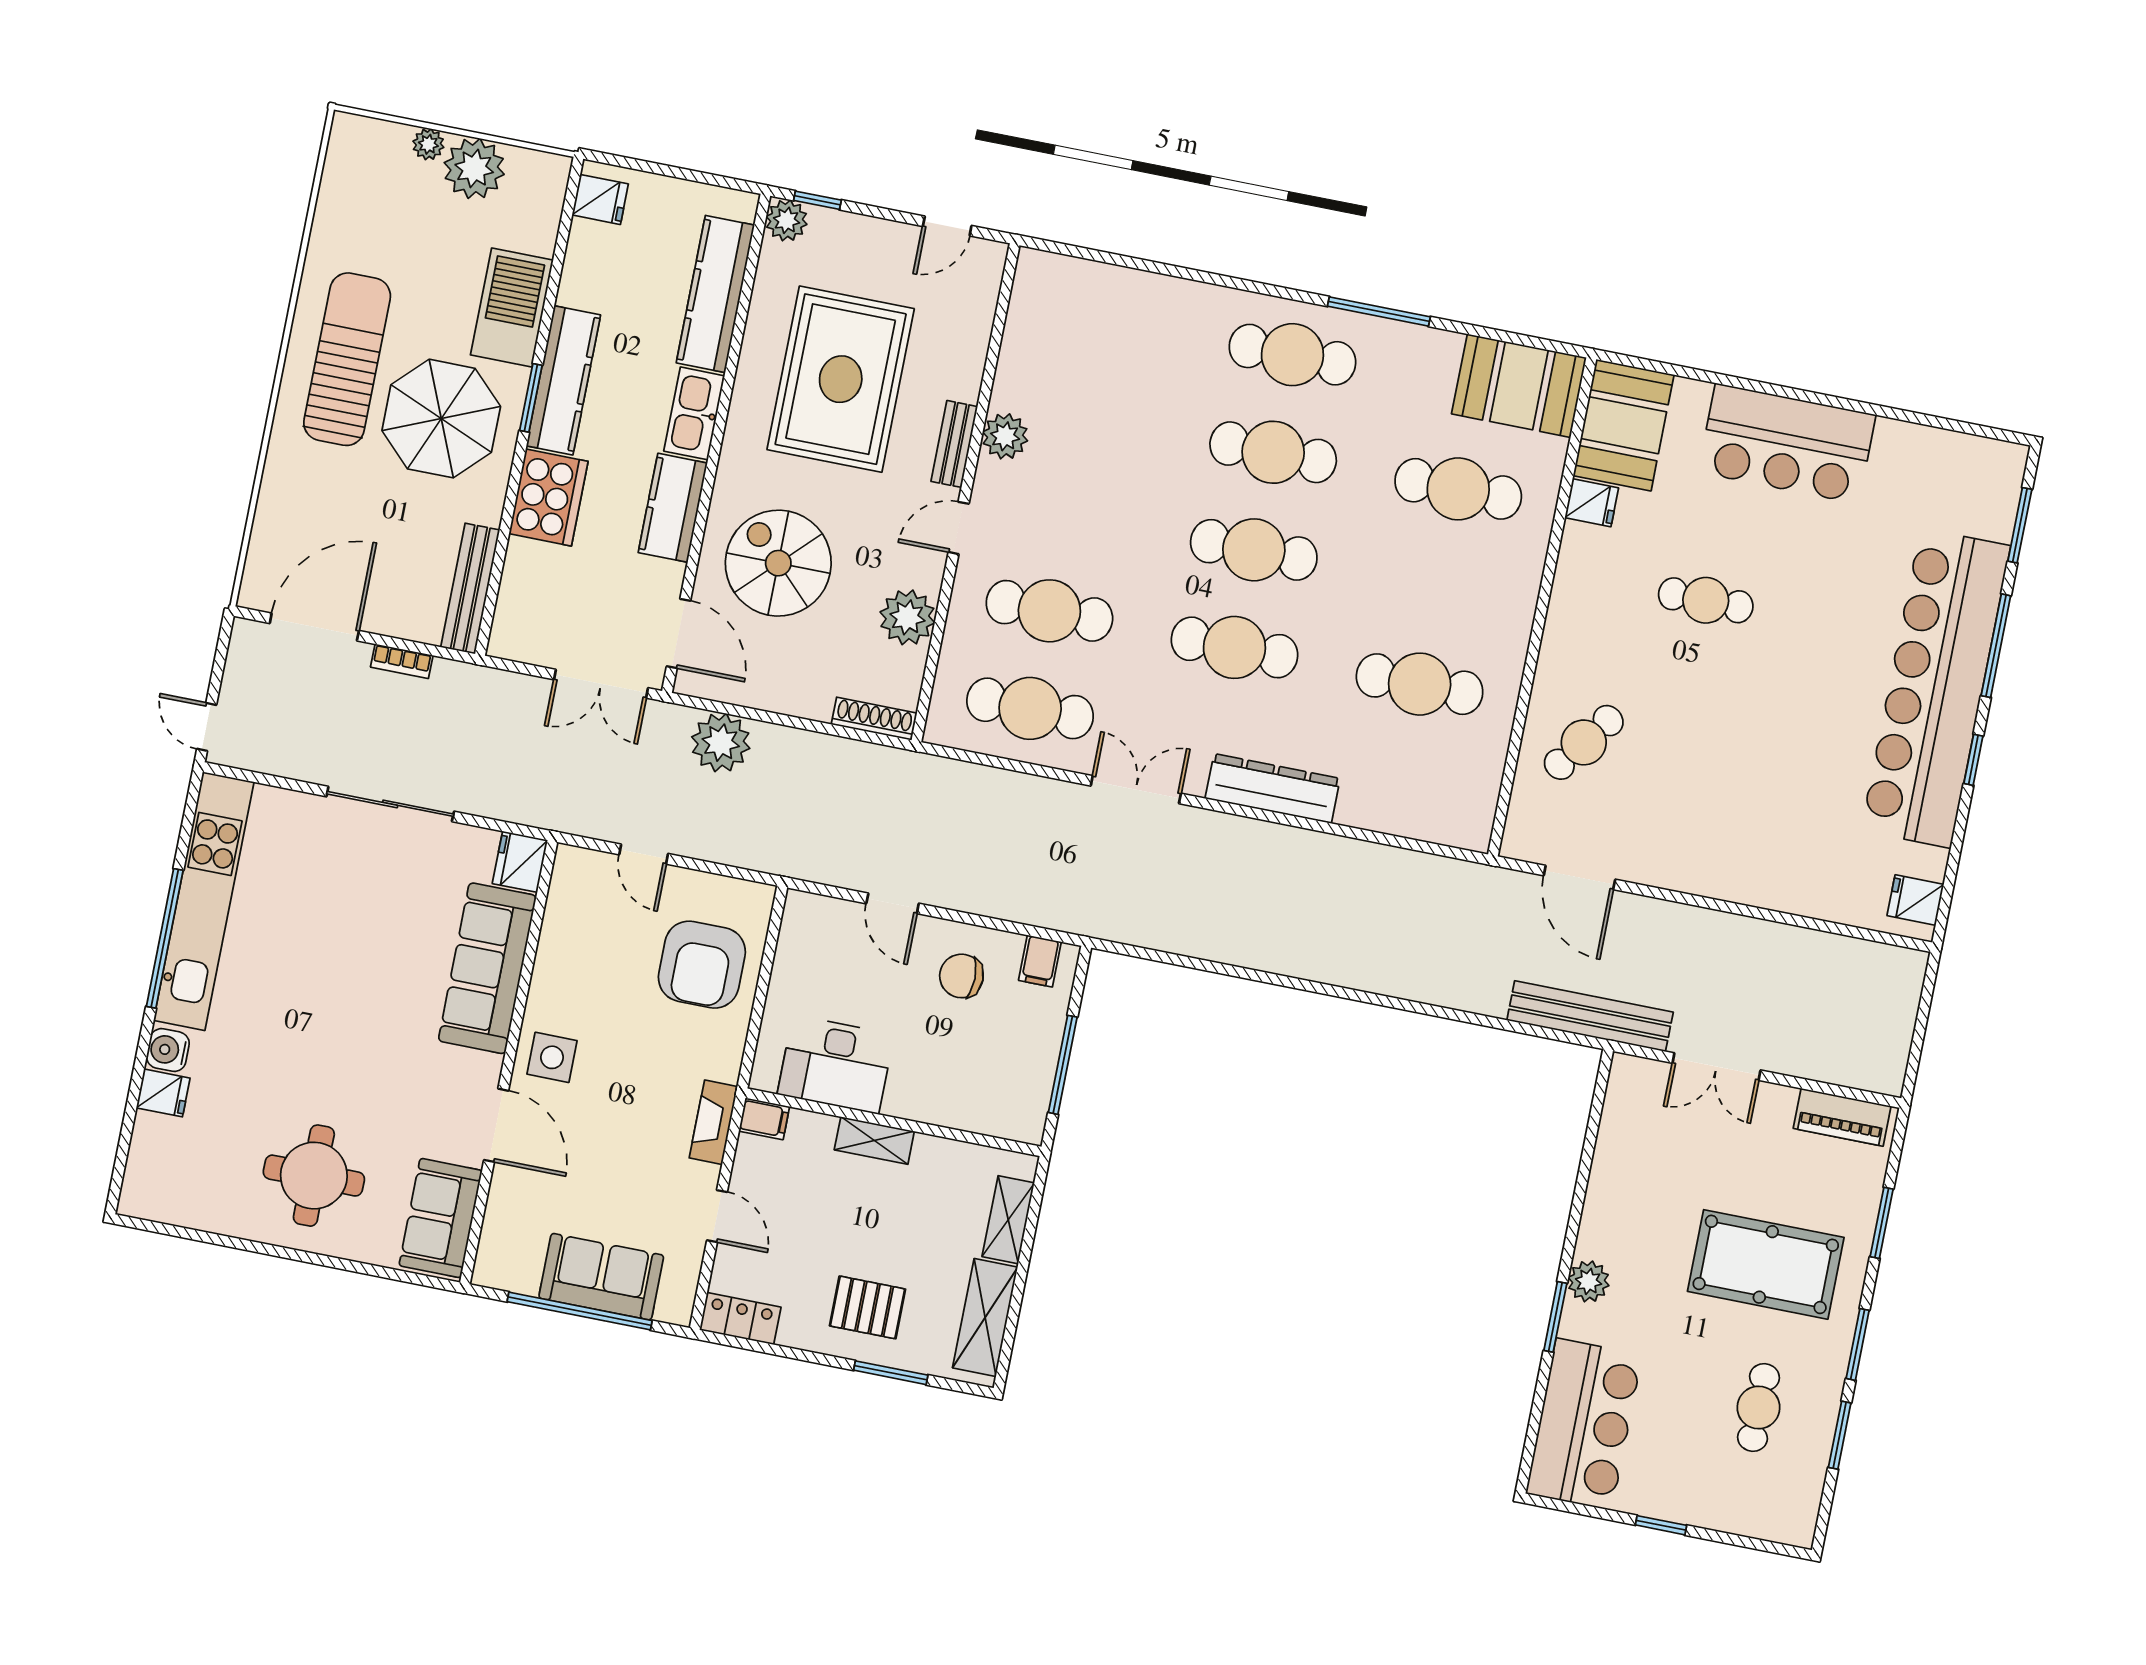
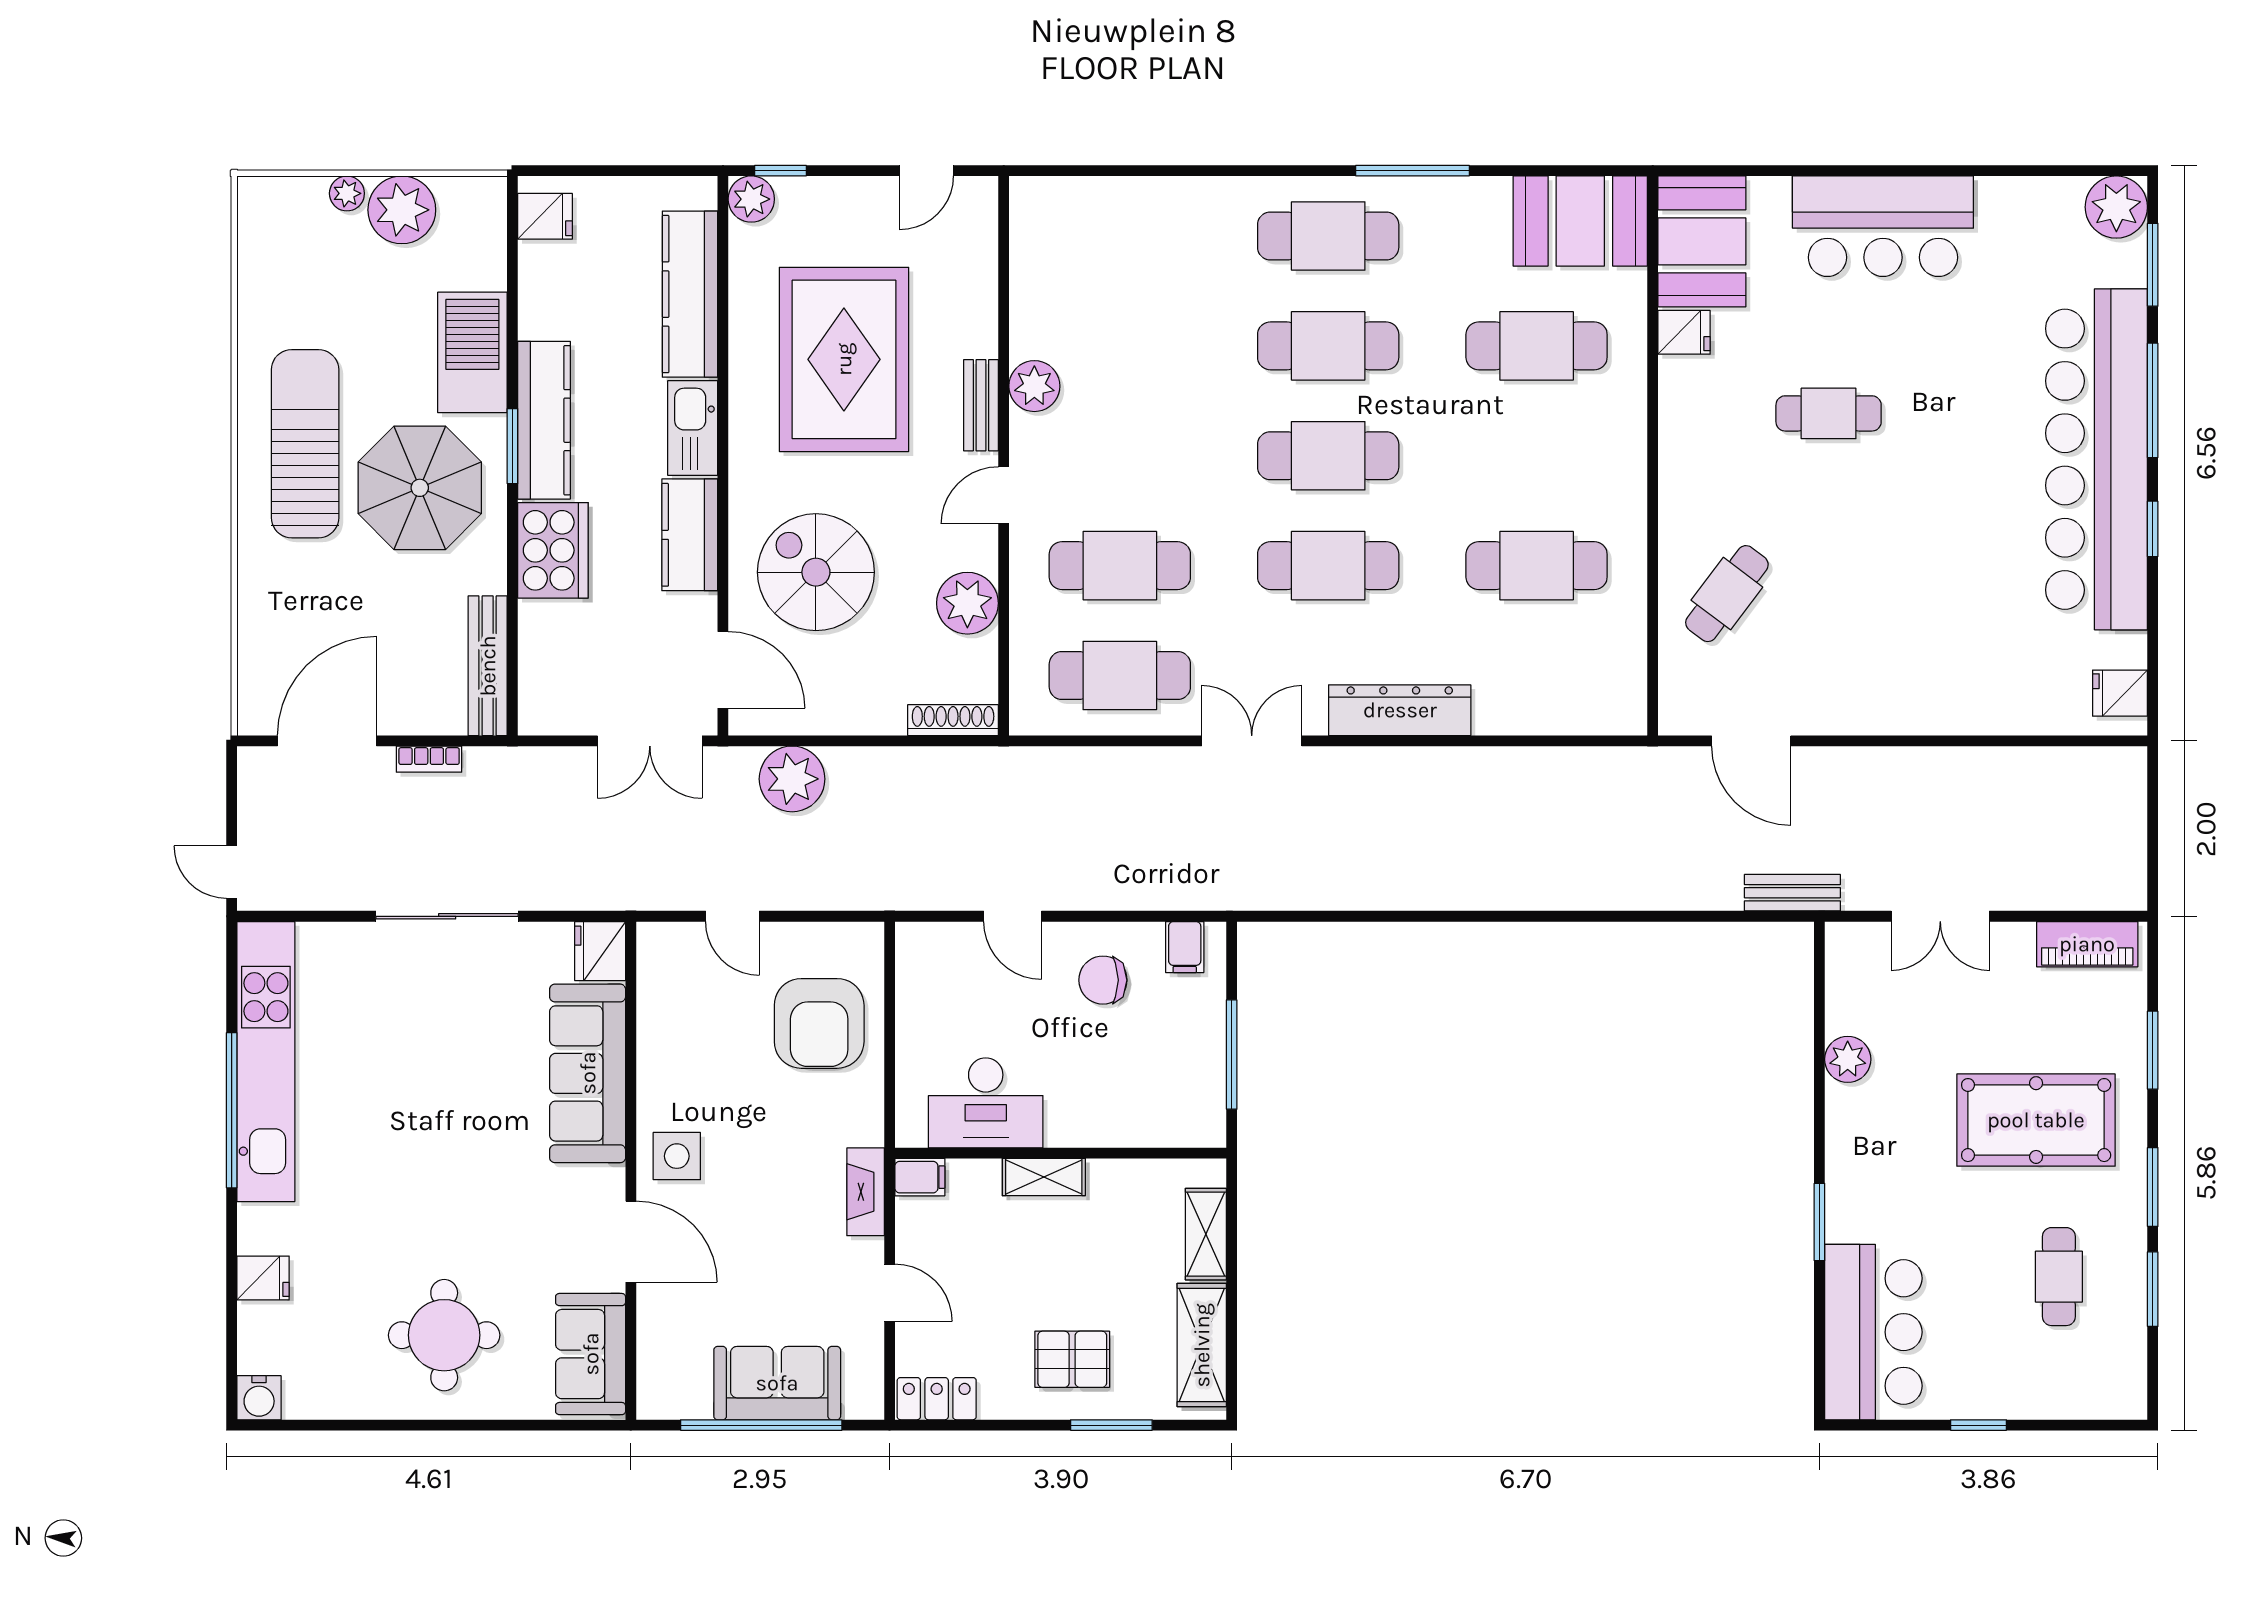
plant: (1998, 468) -> (2116, 207), added
bench: (1590, 1016) -> (1792, 893), width x0.54, depth x0.82
water cooler: (168, 1050) -> (259, 1398), moved, turned -90
plant: (1589, 1281) -> (1848, 1059), moved

